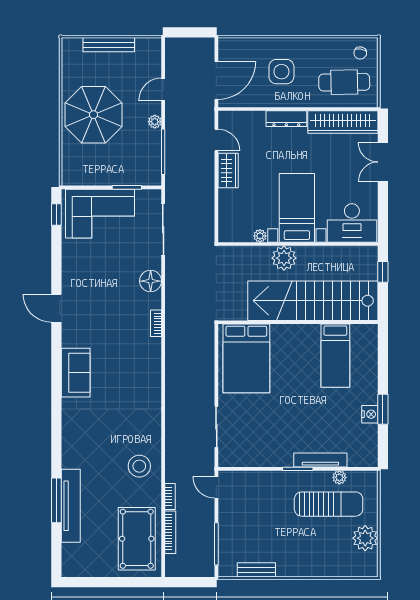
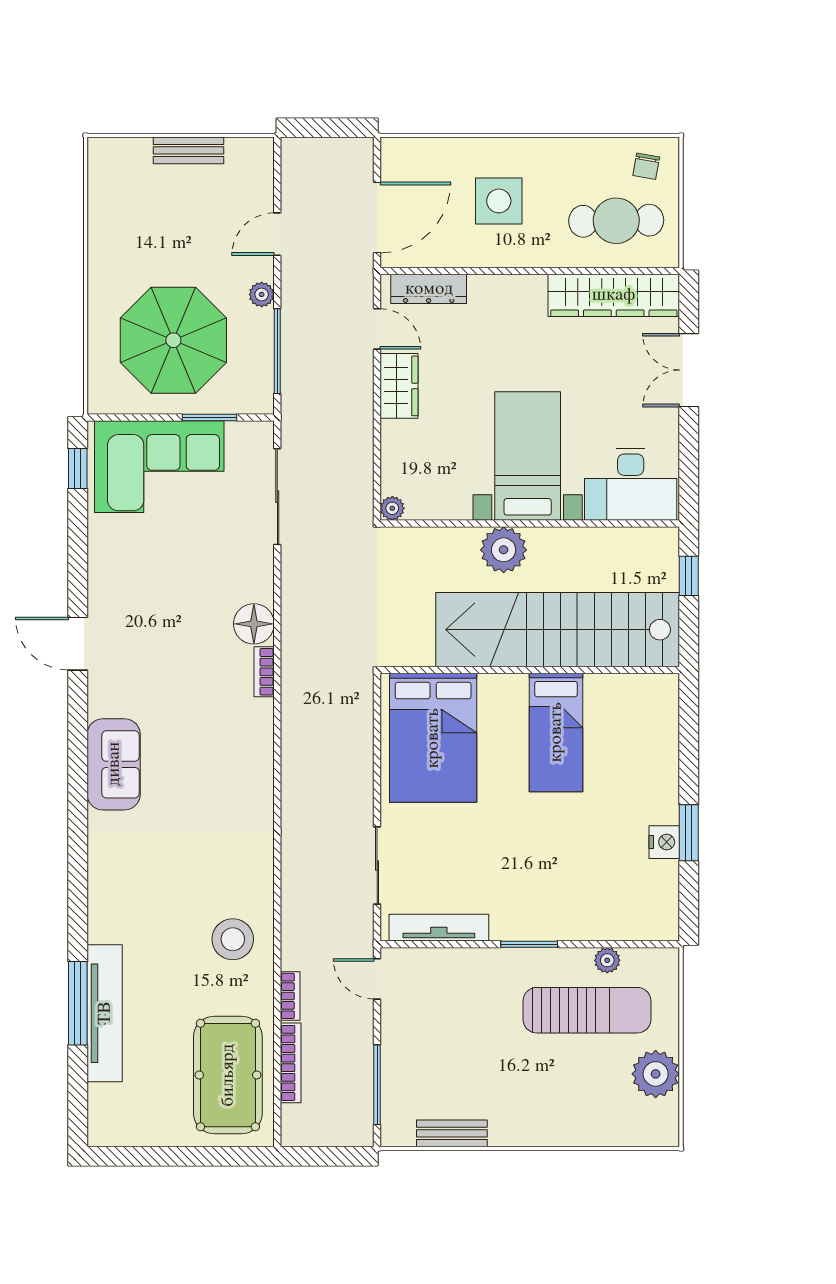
bench: (109, 45) -> (188, 150), width x0.73
parasol: (93, 115) -> (173, 340), moved
dresser: (286, 119) -> (429, 289), moved
plant: (260, 236) -> (392, 508), moved
floor lamp: (151, 281) -> (254, 624), moved
bed: (335, 356) -> (556, 732), moved
tv unit: (320, 460) -> (439, 928), moved

